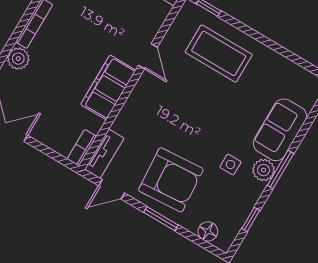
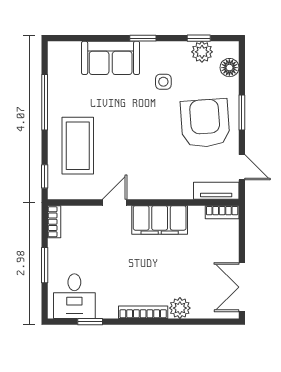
window: (275, 47) -> (45, 102), added
window: (281, 169) -> (143, 38), width x0.67
plant: (263, 170) -> (202, 52), moved

